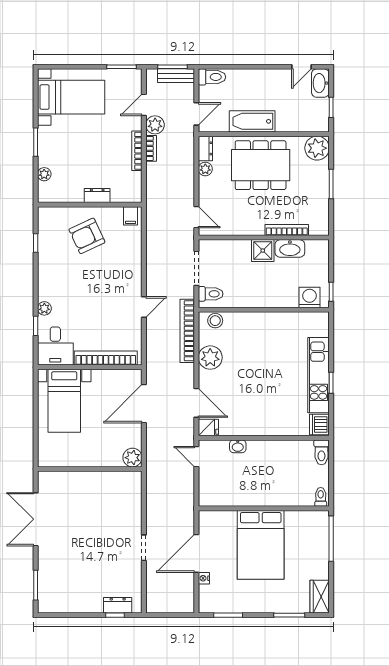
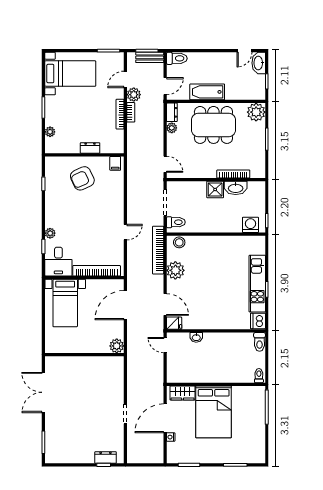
wardrobe: (320, 597) -> (183, 393), moved, turned -90

